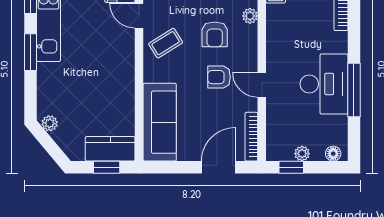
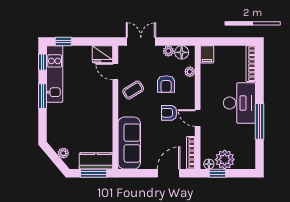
desk: (324, 84) -> (239, 103), moved
plant: (50, 123) -> (63, 153), moved
plant: (302, 154) -> (225, 160), width x1.87, depth x1.87
floor lamp: (333, 154) -> (209, 164), moved
window: (107, 167) -> (94, 173), width x1.50

